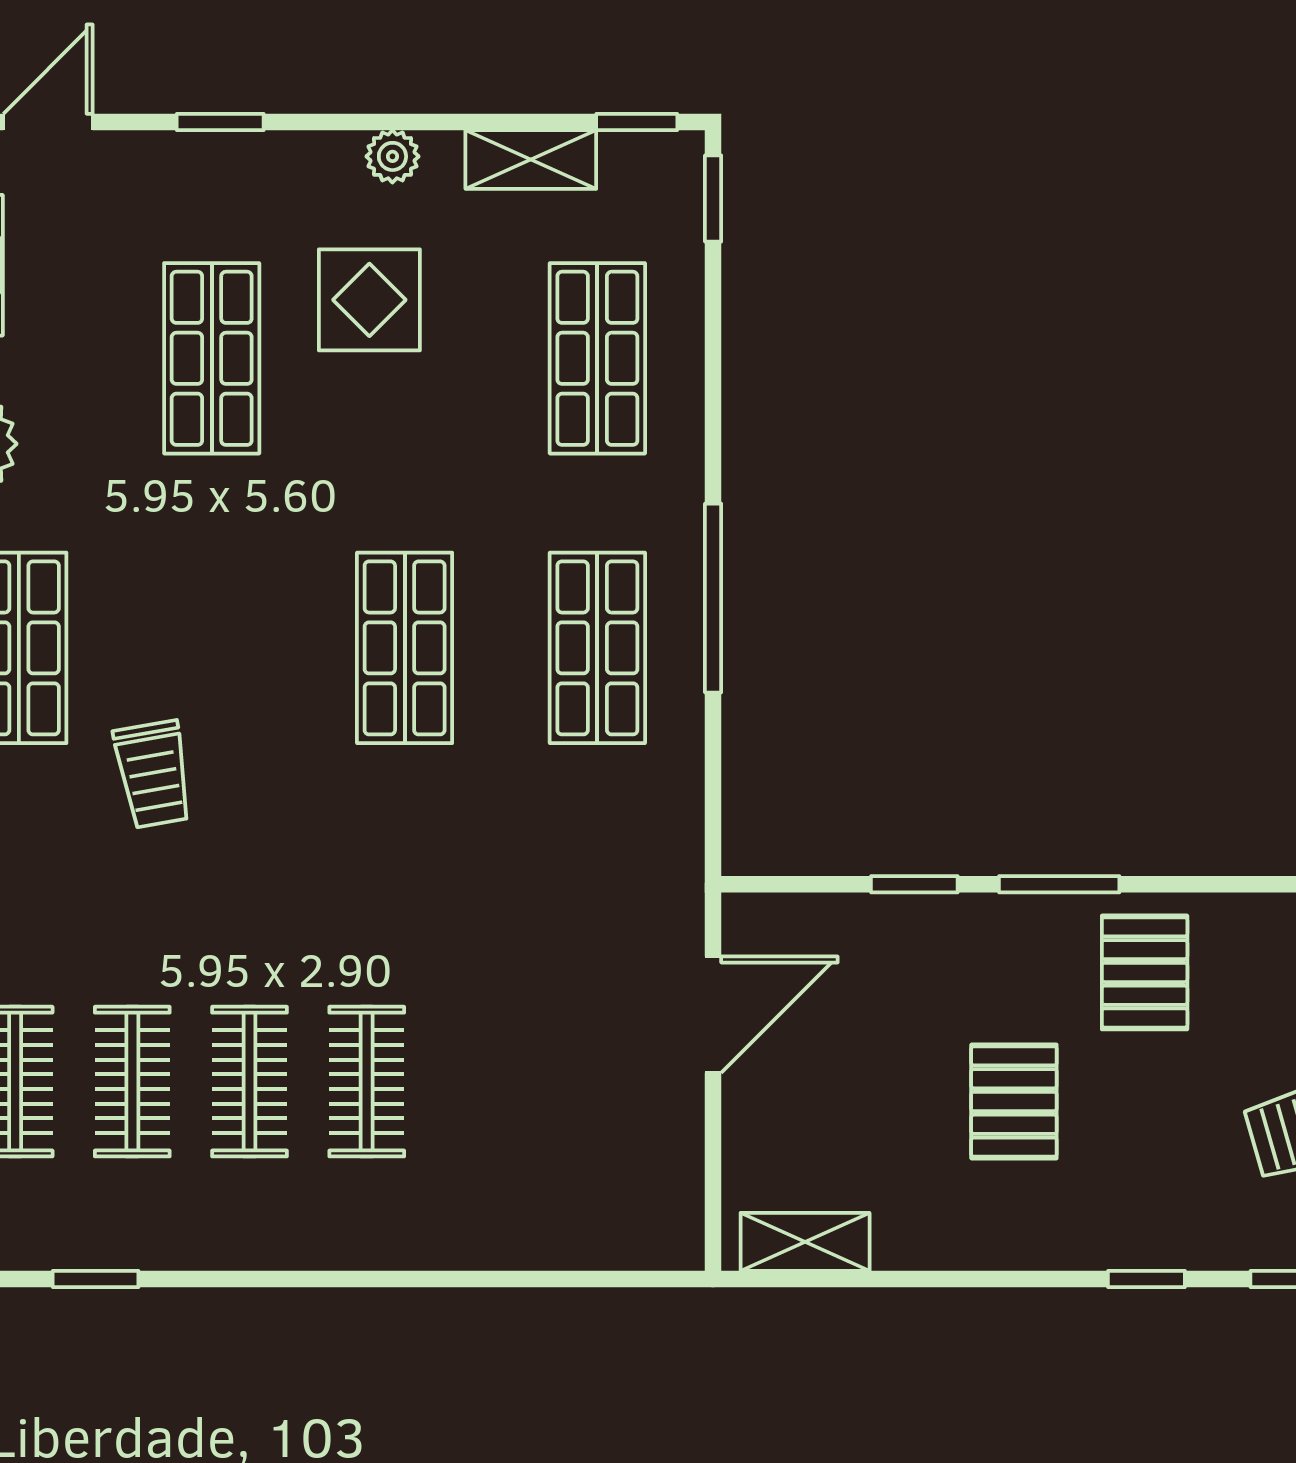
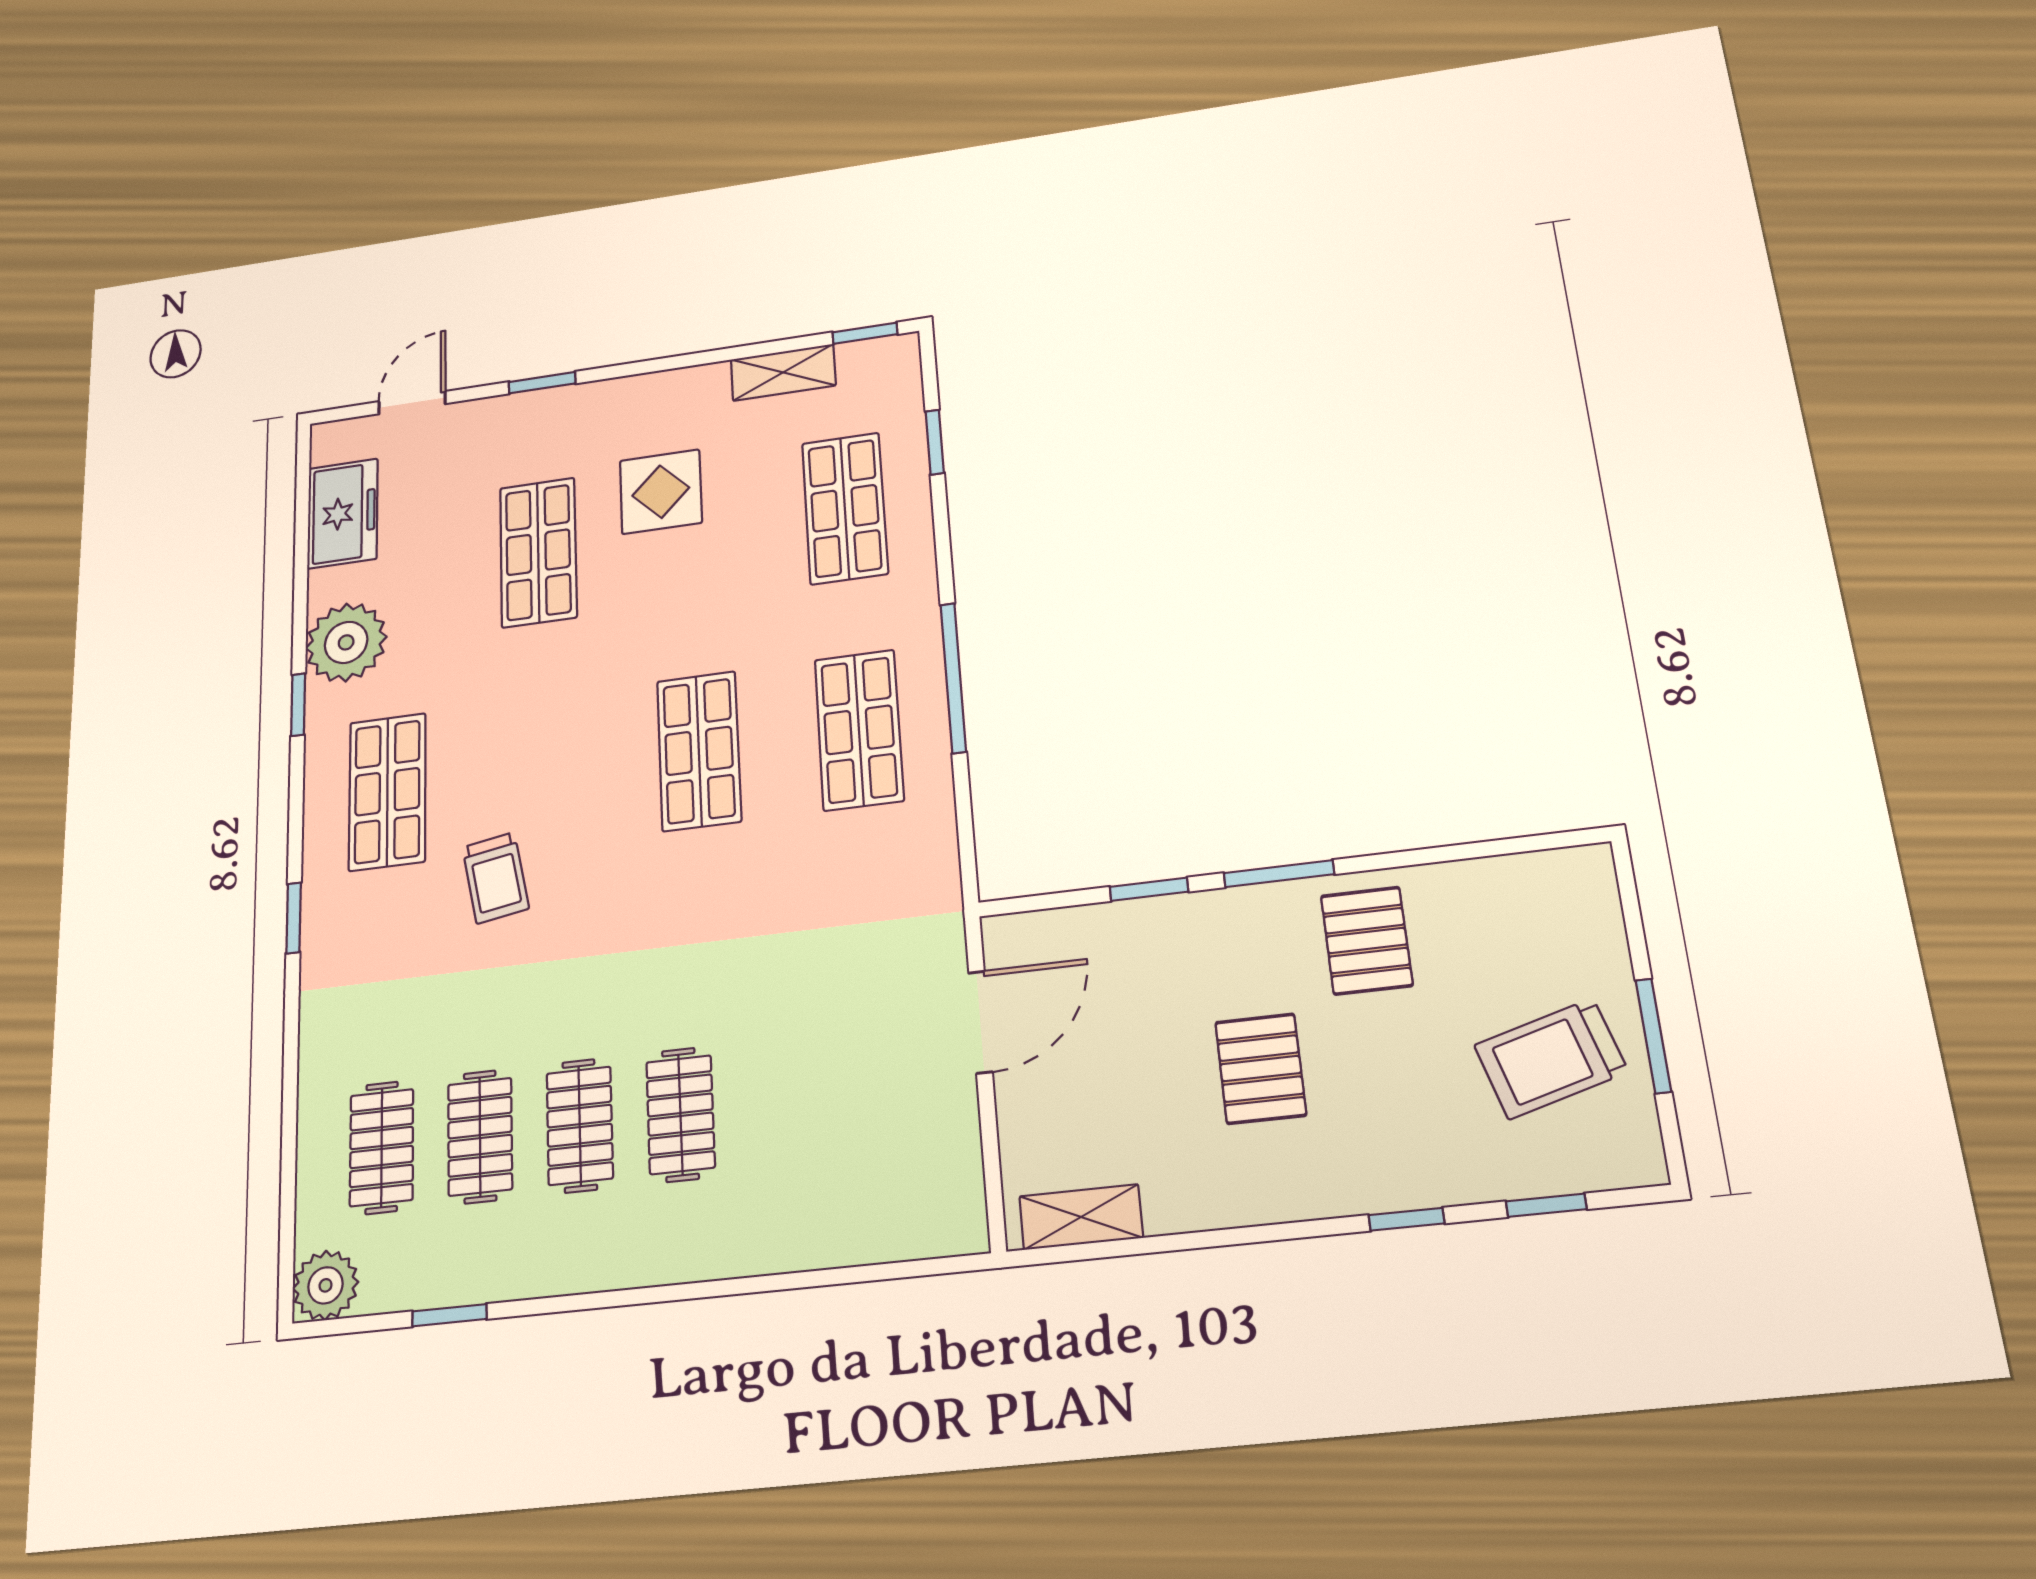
plant: (392, 156) -> (675, 387), removed
window: (713, 198) -> (935, 442), moved

